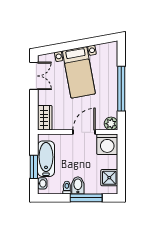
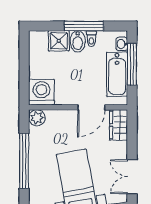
door: (84, 132) -> (91, 107), moved
window: (34, 167) -> (132, 64), width x1.44
shower: (109, 178) -> (59, 41), moved
window: (86, 198) -> (84, 26), moved

